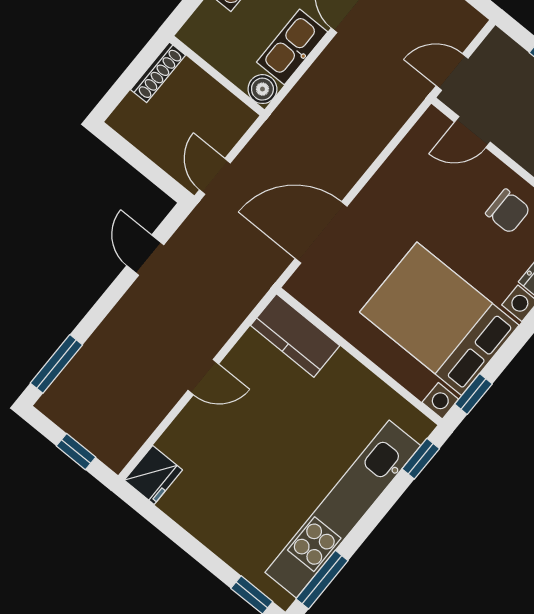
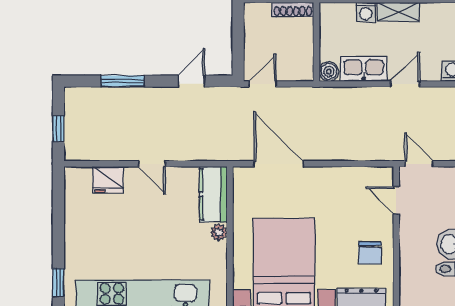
window: (56, 364) -> (122, 81), moved
plant: (344, 365) -> (219, 232), added
fridge: (153, 475) -> (108, 180), moved

